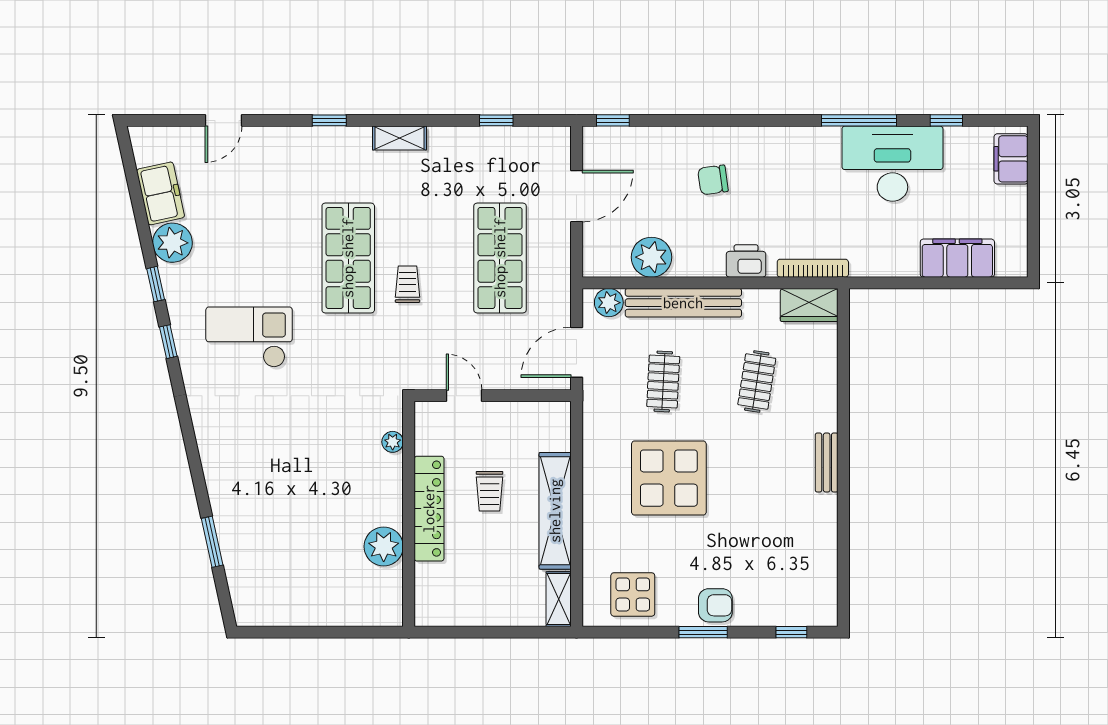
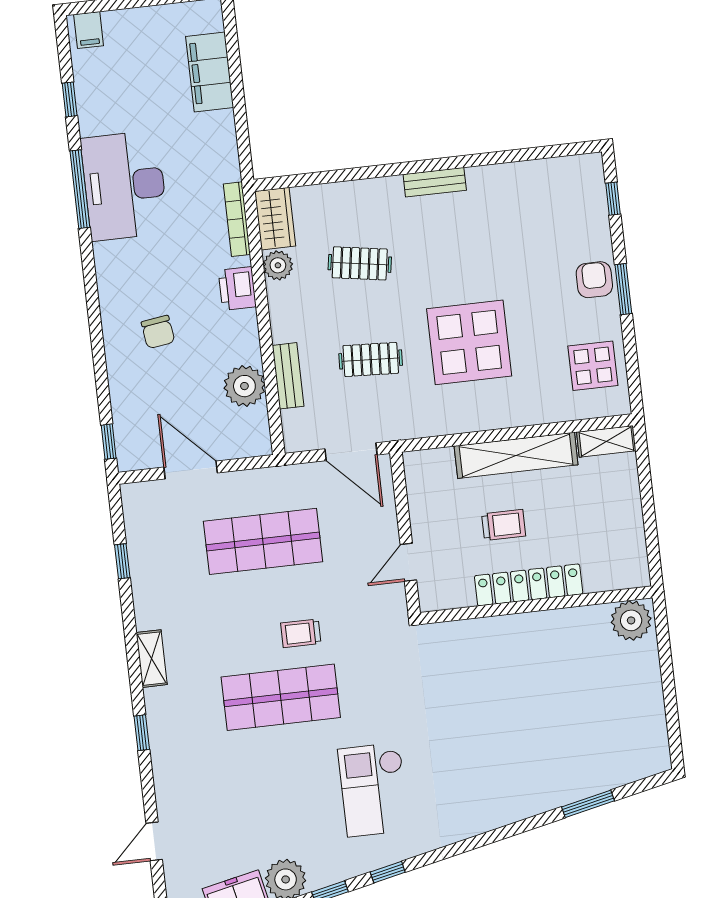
door: (223, 120) -> (154, 841), swing flipped
filing cabinet: (1011, 159) -> (89, 30), width x0.50
desk: (892, 164) -> (124, 186), moved
plant: (609, 303) -> (278, 265), moved
bench: (683, 303) -> (288, 376), width x0.54, depth x0.82
plant: (393, 442) -> (464, 630), removed
plant: (384, 546) -> (631, 620), moved

